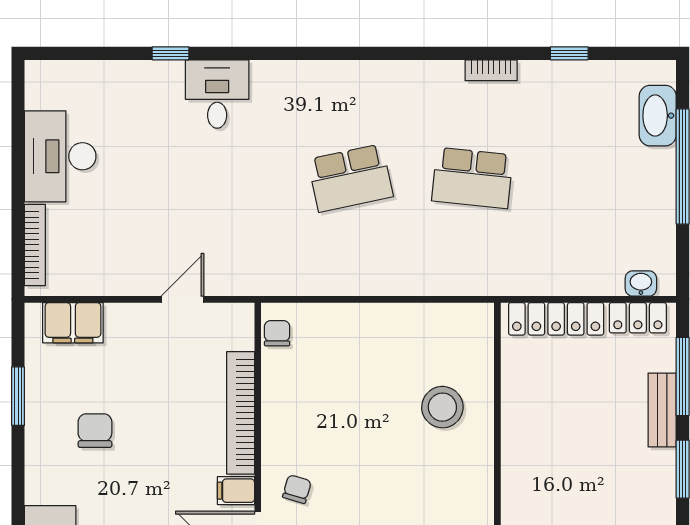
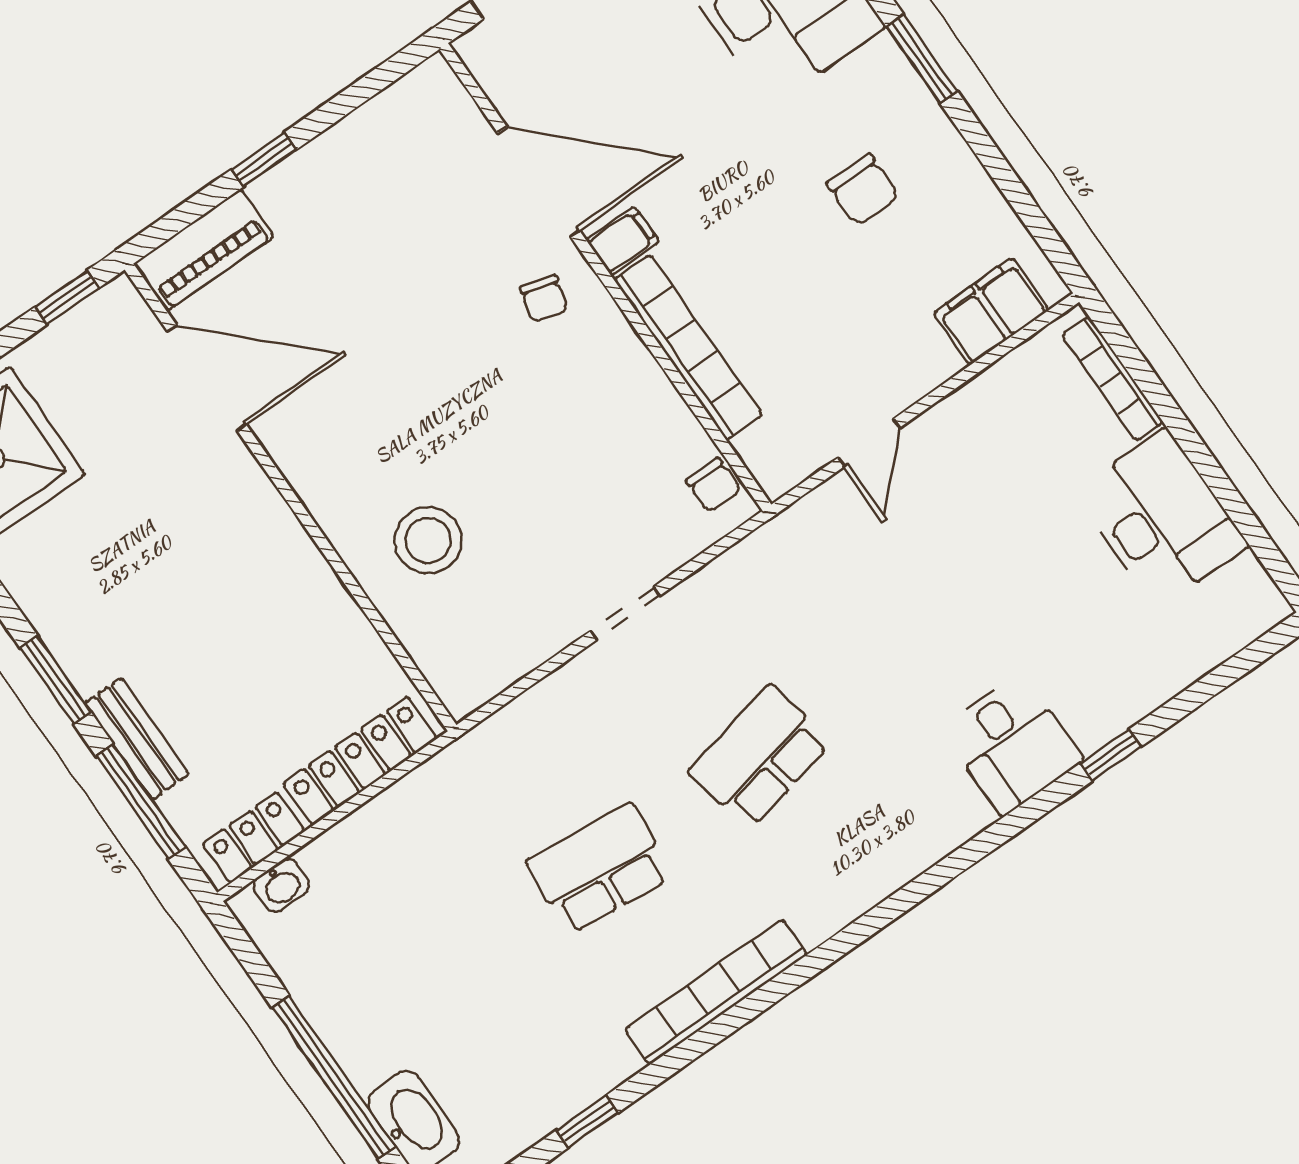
bookcase: (491, 70) -> (716, 992), width x2.31, depth x1.31
doorway: (368, 299) -> (625, 613), added
window: (18, 396) -> (922, 59), moved

